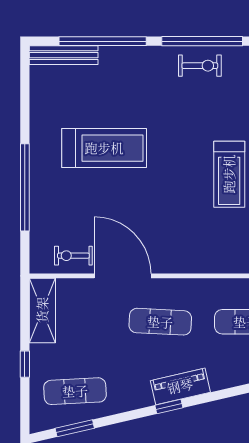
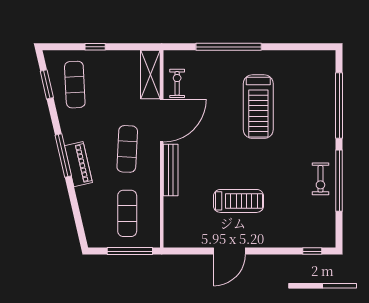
bench: (64, 55) -> (171, 170), moved
treadmill: (229, 174) -> (239, 201), turned 180
shelving: (42, 310) -> (150, 75), moved, turned 90
window: (169, 407) -> (63, 155), width x2.17

